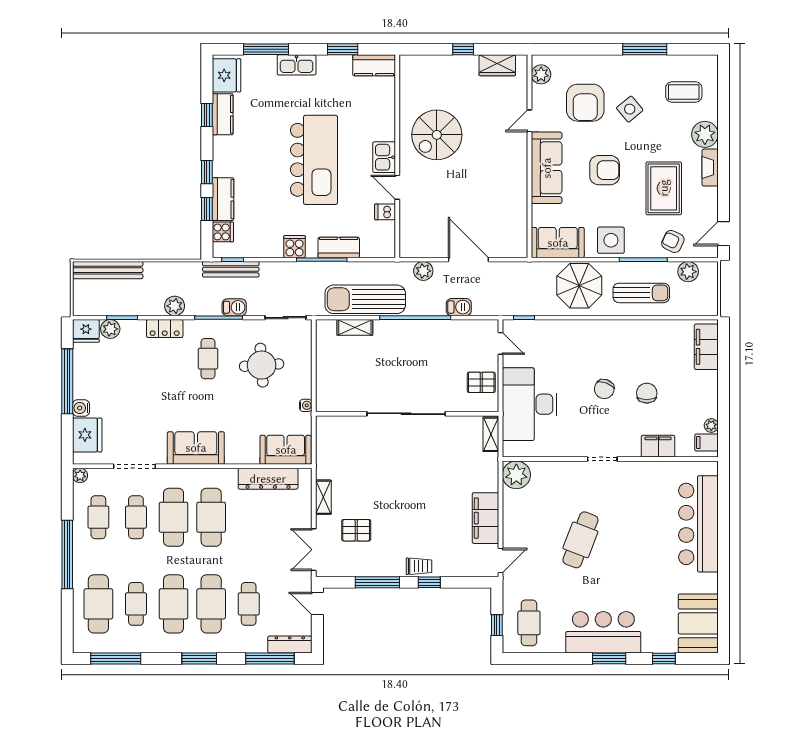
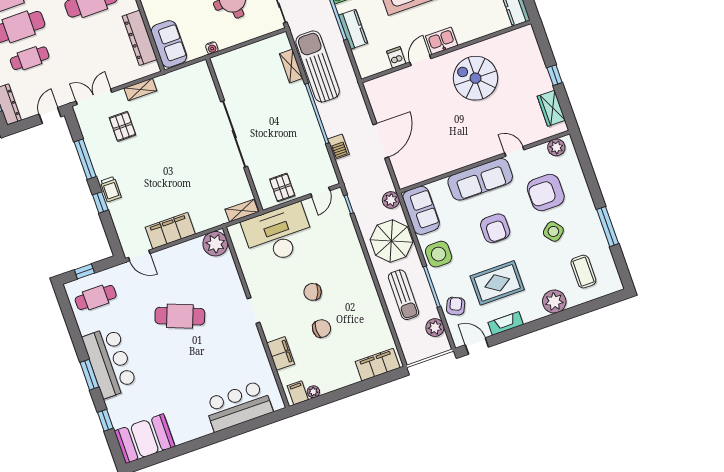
fireplace: (710, 168) -> (506, 323), moved
plant: (423, 271) -> (391, 200), moved
bar counter: (698, 524) -> (238, 406), width x0.73

